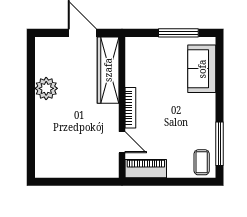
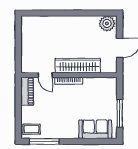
wardrobe: (108, 70) -> (78, 66), moved
plant: (46, 88) -> (107, 23), moved
door: (122, 142) -> (45, 75), hinge flipped

